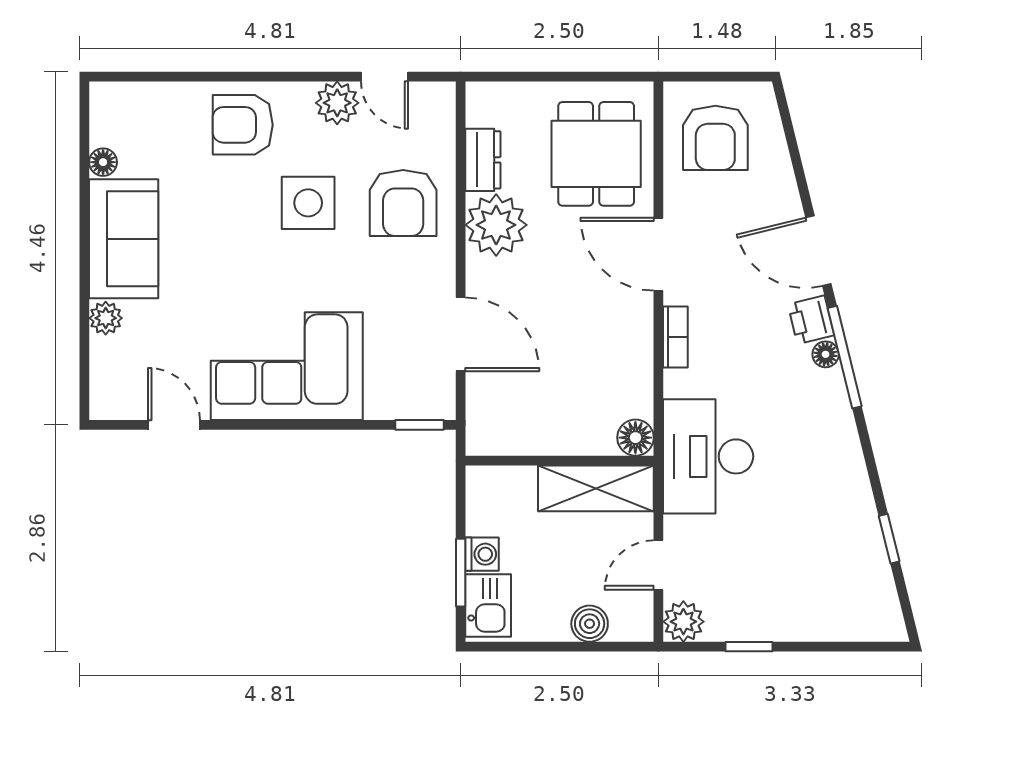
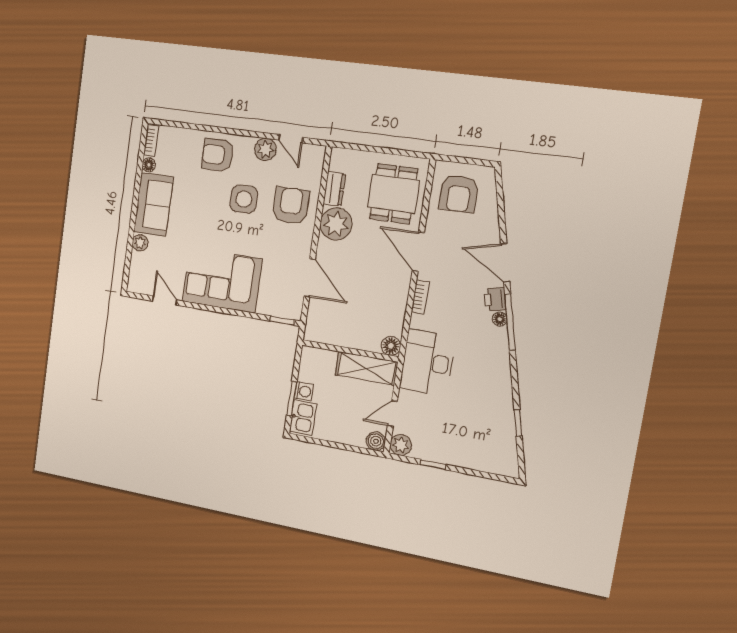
bookcase: (101, 114) -> (151, 140), added
armchair: (403, 203) -> (291, 206), turned 180
boiler: (590, 624) -> (376, 441), moved

